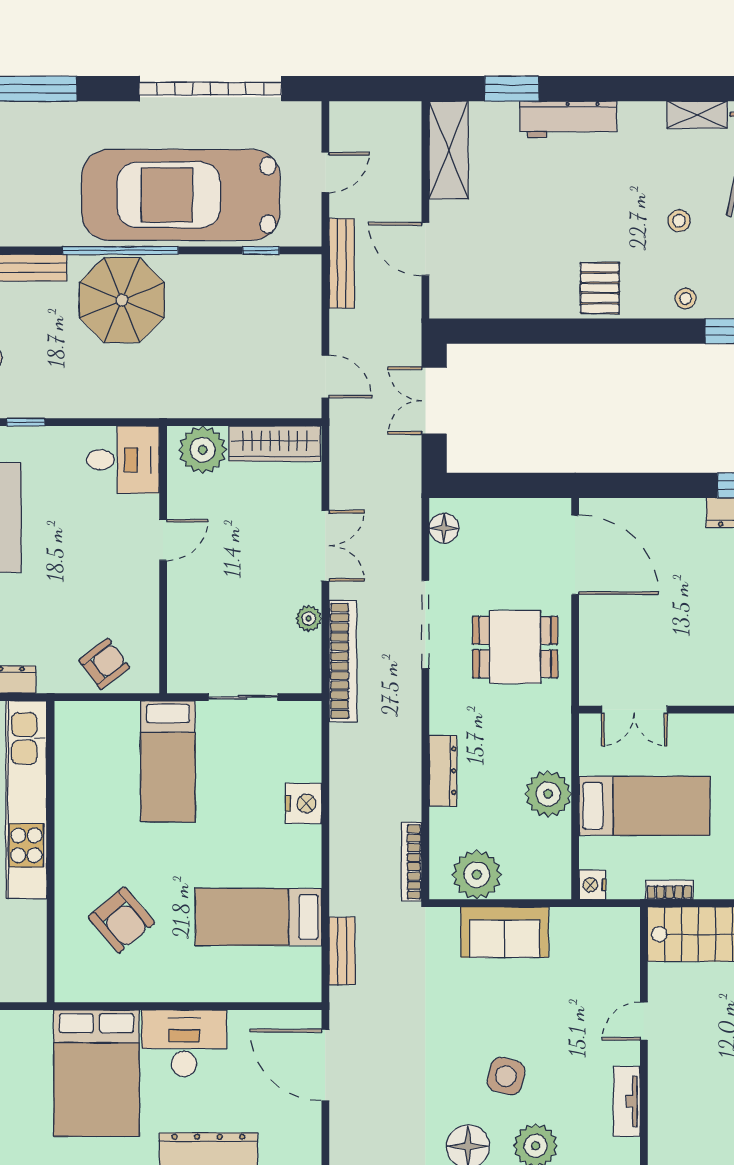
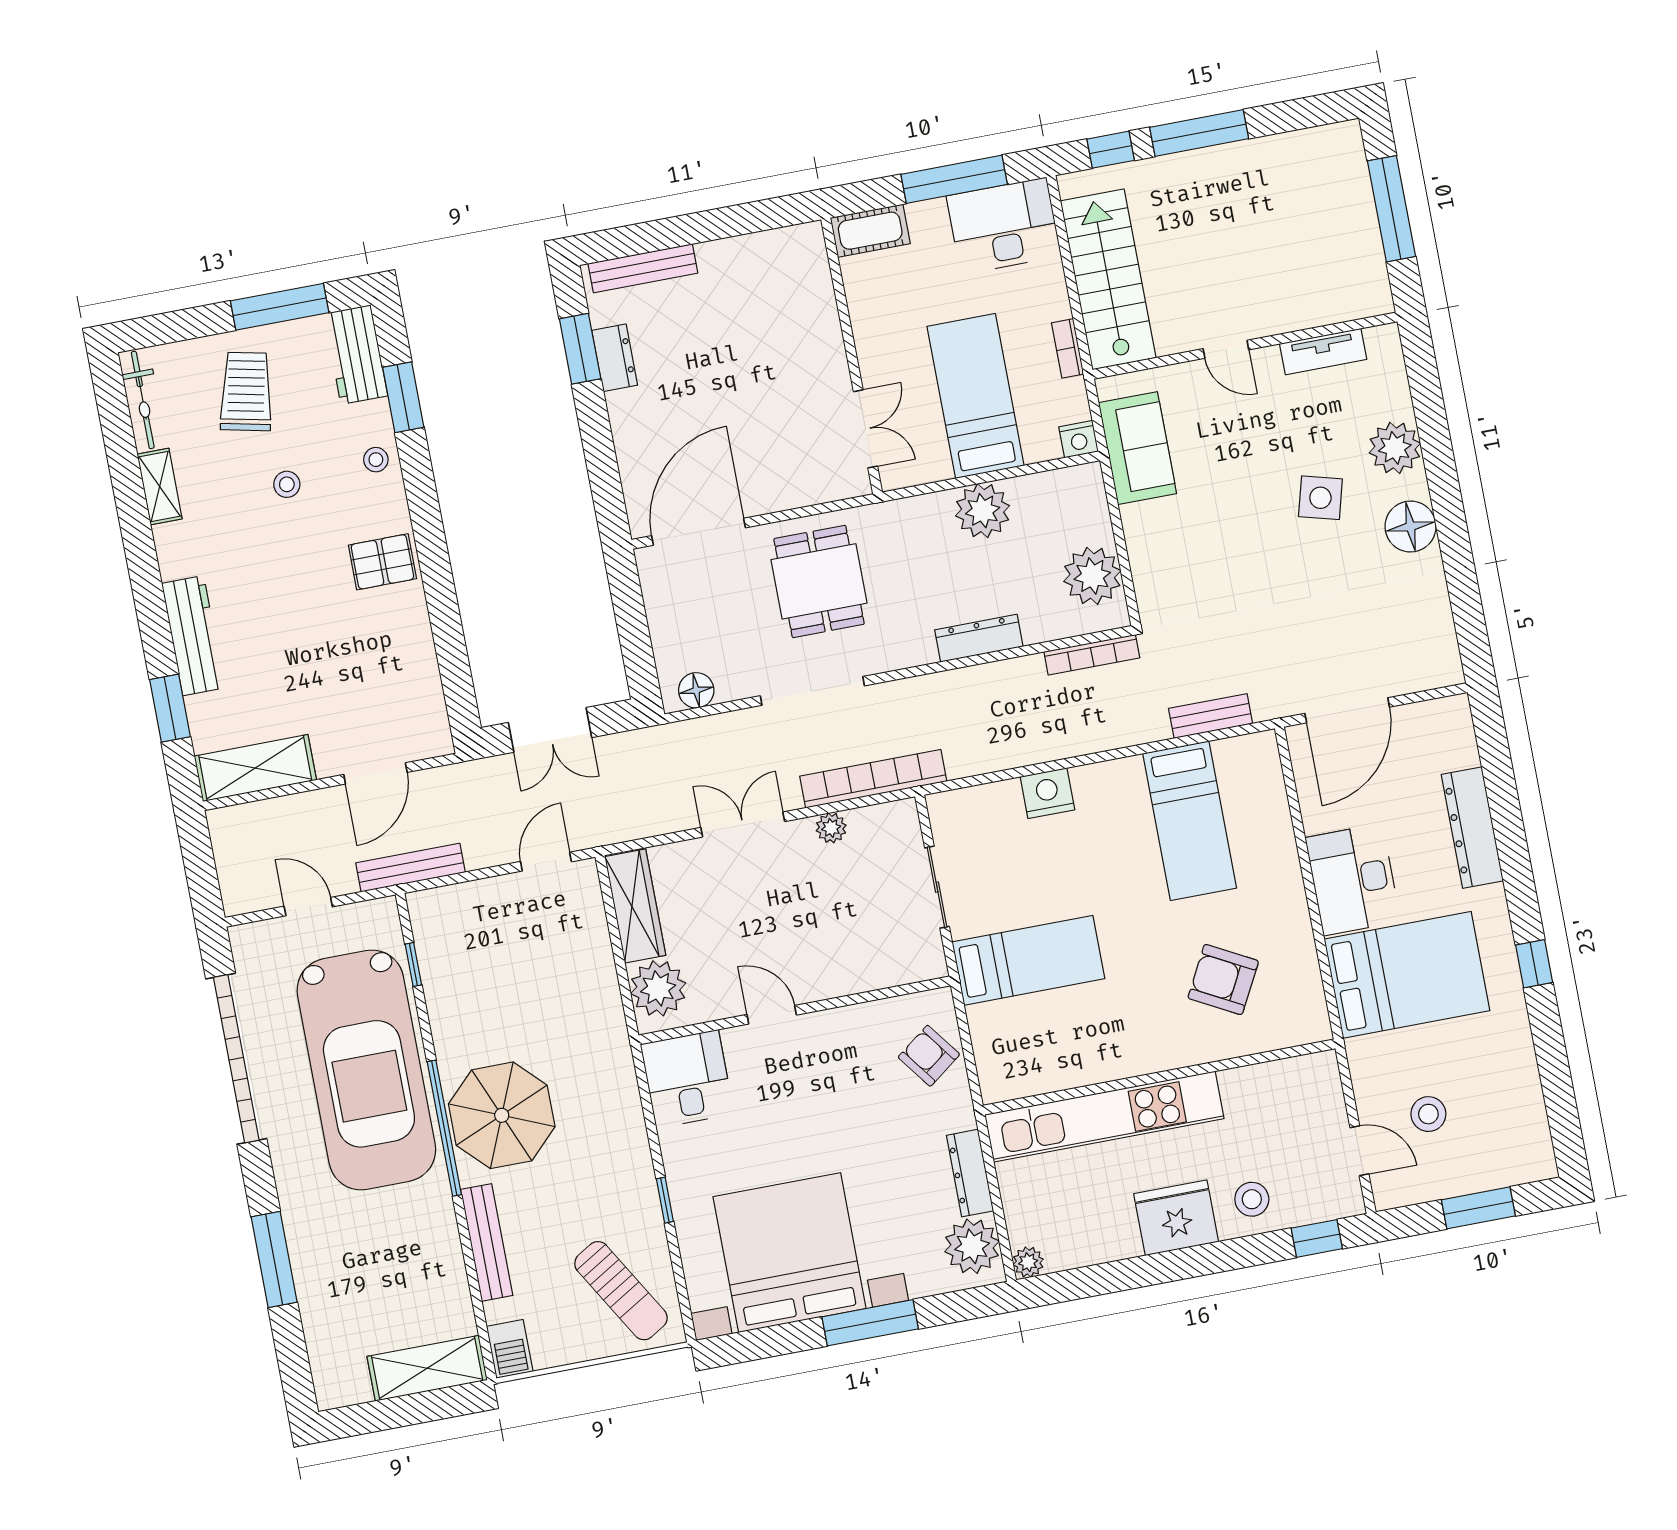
armchair: (121, 920) -> (1223, 980), turned -112
sofa: (505, 932) -> (1138, 448), moved

